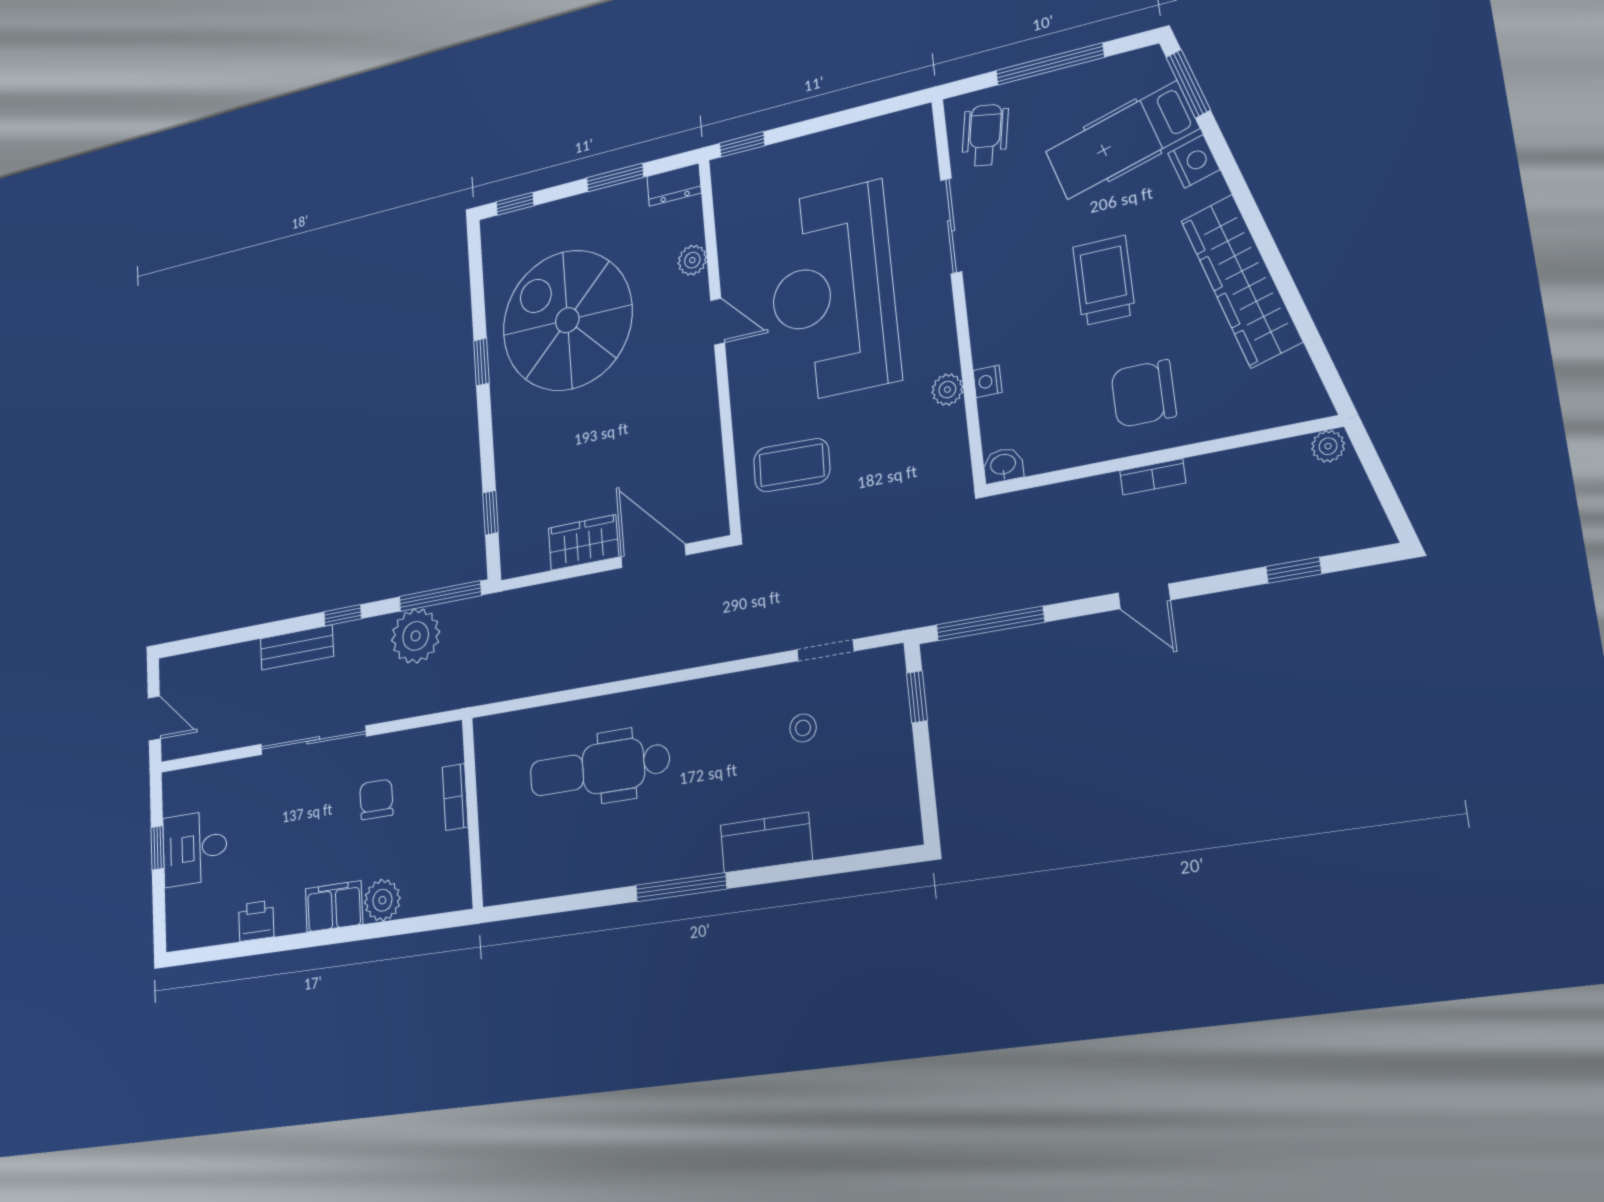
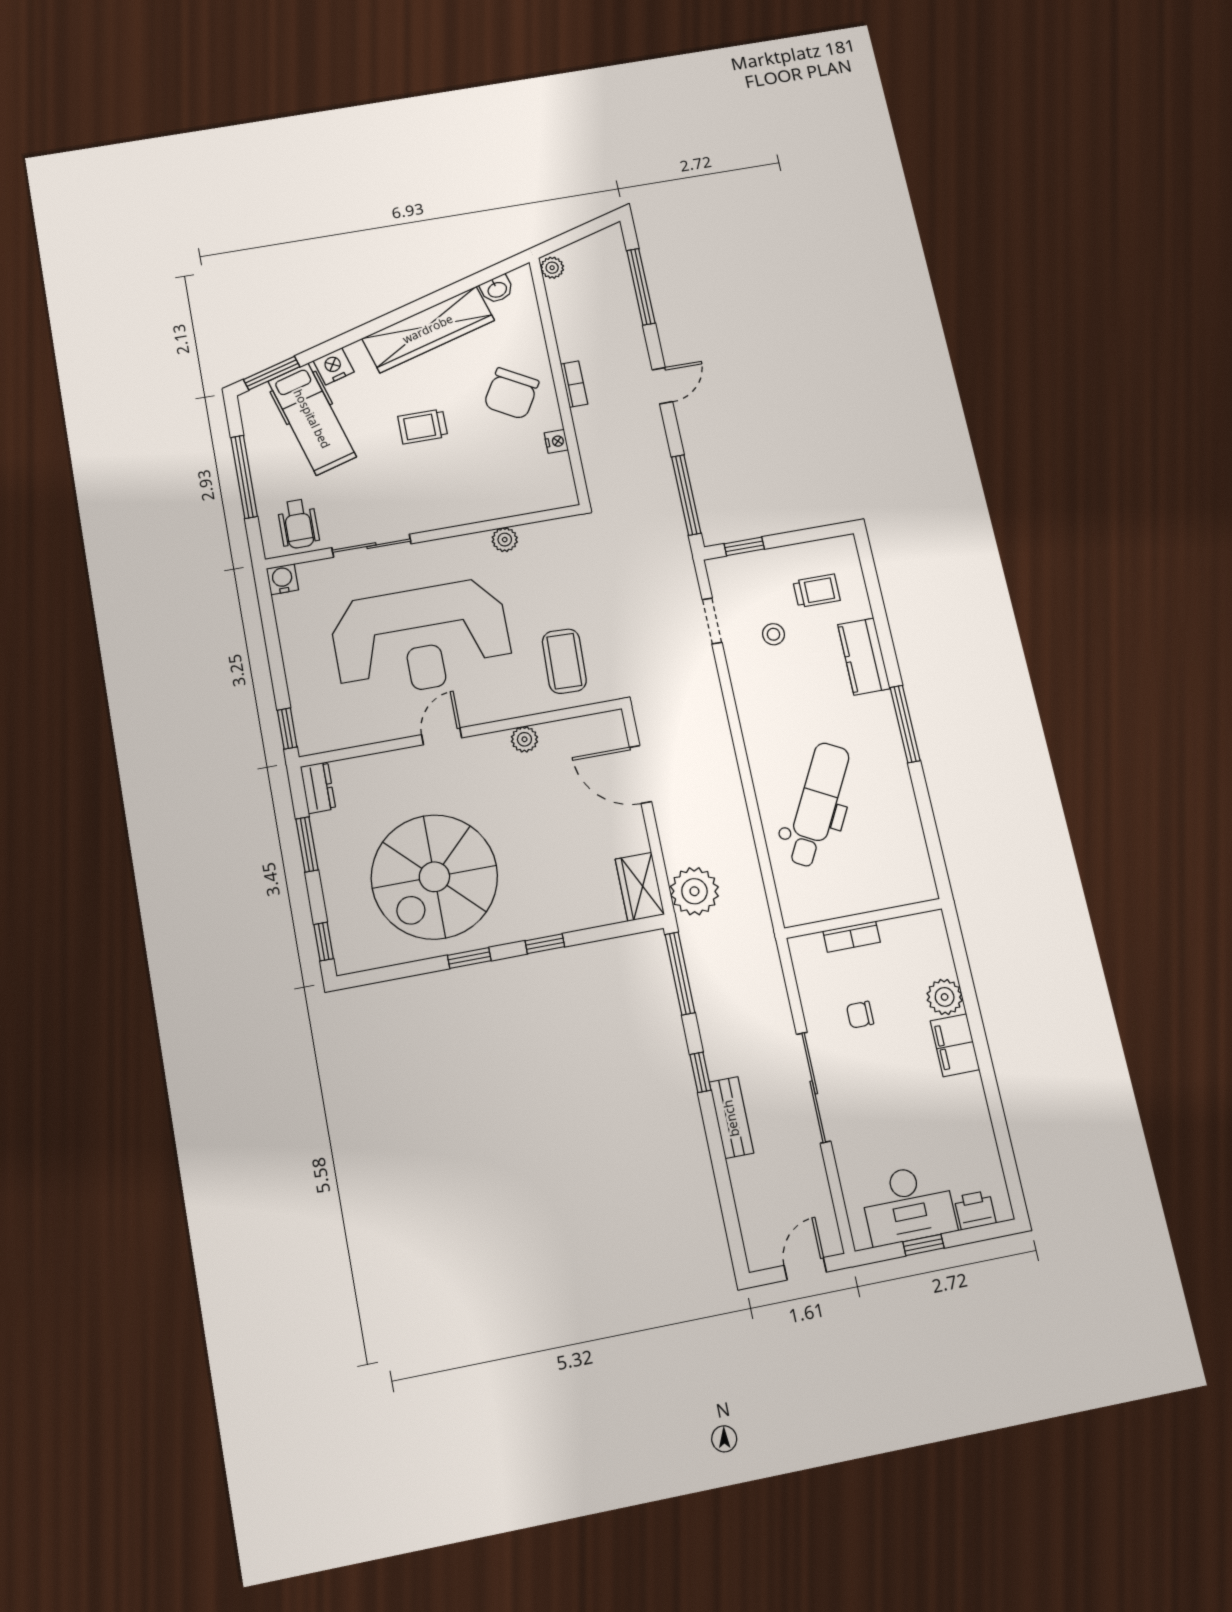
water cooler: (917, 123) -> (282, 579), added
wheelchair: (985, 135) -> (298, 524), turned -100
plant: (692, 260) -> (524, 739), moved
trolley: (1104, 280) -> (423, 426), width x0.73, depth x0.72
nightstand: (988, 381) -> (556, 441), moved, turned -90
chair: (1144, 394) -> (511, 394), turned 30
washbasin: (1003, 465) -> (497, 289), moved, turned -106
window: (490, 513) -> (545, 944), moved
wardrobe: (583, 542) -> (640, 887), moved
door: (653, 556) -> (640, 774), hinge flipped
window: (1294, 570) -> (641, 287), width x2.17
plant: (416, 636) -> (694, 891), moved
dental chair: (599, 768) -> (818, 805), turned -152
trolley: (853, 788) -> (817, 591), added
chair: (376, 799) -> (860, 1015), width x0.73, depth x0.73
desk: (195, 848) -> (908, 1205), width x1.37
printer: (256, 921) -> (975, 1210), moved, turned 90

